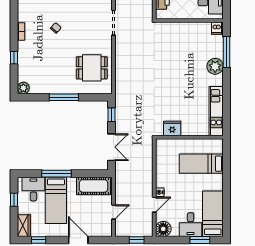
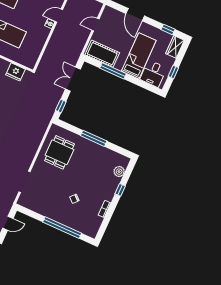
dining table: (92, 68) -> (60, 152), turned 90
plant: (23, 88) -> (119, 172), moved
window: (57, 174) -> (113, 71), moved

